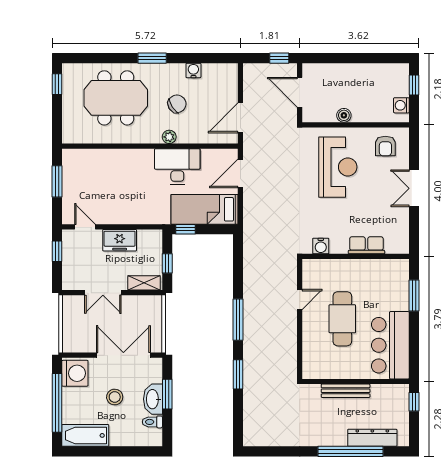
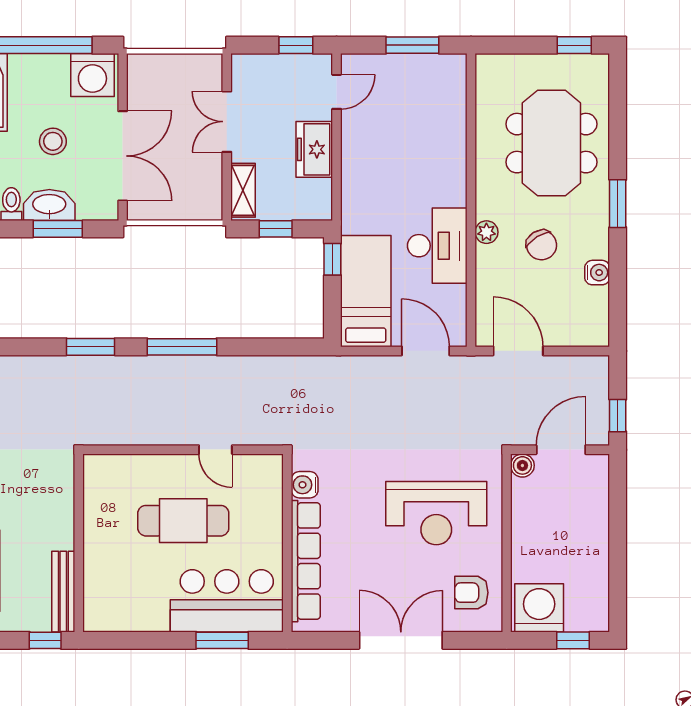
washing machine: (401, 105) -> (539, 608), width x1.89, depth x1.89
boiler: (344, 115) -> (522, 465), moved
double door: (414, 188) -> (401, 640), width x1.37
row of seats: (366, 245) -> (306, 561), width x2.02
bar counter: (390, 345) -> (227, 601), moved
bench: (346, 391) -> (63, 592), moved

